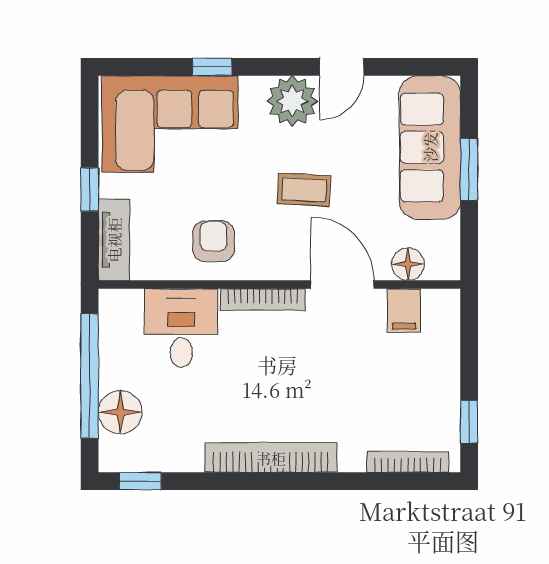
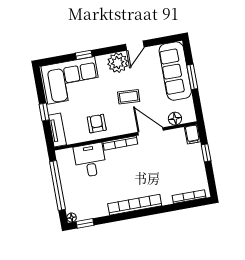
filing cabinet: (404, 311) -> (192, 134), moved
floor lamp: (120, 412) -> (72, 218), moved, width x0.53, depth x0.53
window: (469, 422) -> (206, 153), moved

